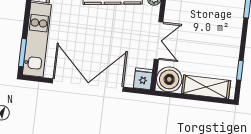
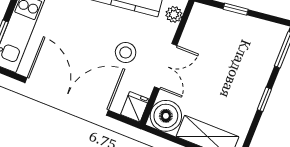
stool: (125, 38) -> (126, 52), added
window: (240, 70) -> (264, 99), moved

